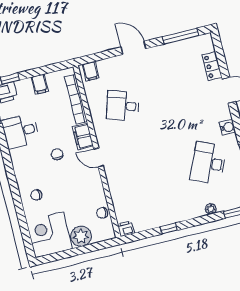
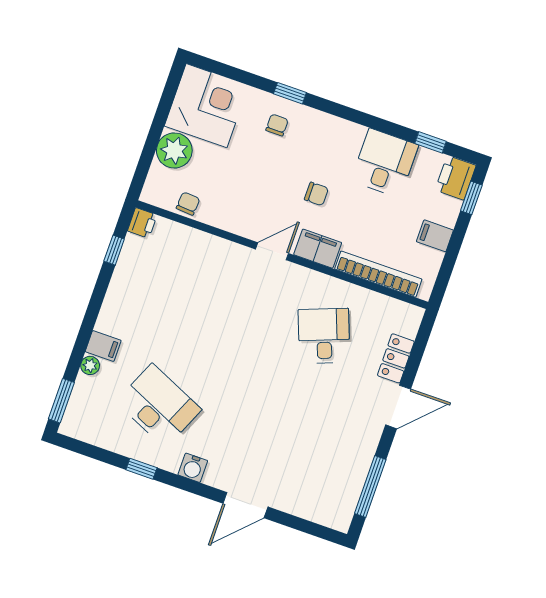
locker: (212, 66) -> (396, 358), moved, turned -90
filing cabinet: (91, 71) -> (103, 346), moved, turned 180
desk: (123, 106) -> (324, 336), turned -39
window: (17, 199) -> (290, 93), added
window: (169, 228) -> (114, 250), moved

